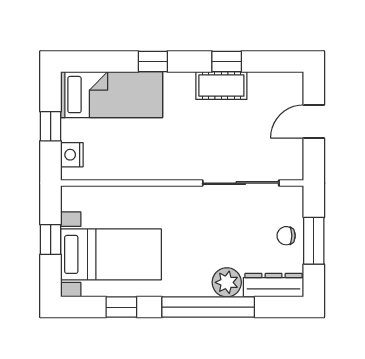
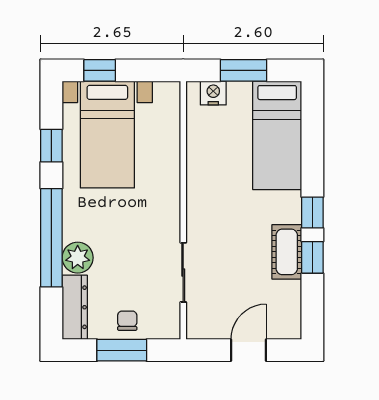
window: (153, 62) -> (312, 213), moved
door: (314, 121) -> (249, 350), hinge flipped
window: (51, 126) -> (244, 70), width x1.50
sliding door: (241, 183) -> (183, 272), width x0.73
window: (51, 240) -> (100, 70), moved

